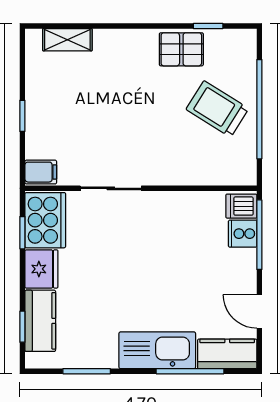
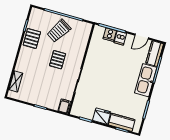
pallet: (148, 125) -> (58, 60), added
dishwasher: (241, 206) -> (120, 38), moved
cooker: (45, 220) -> (83, 109), removed

